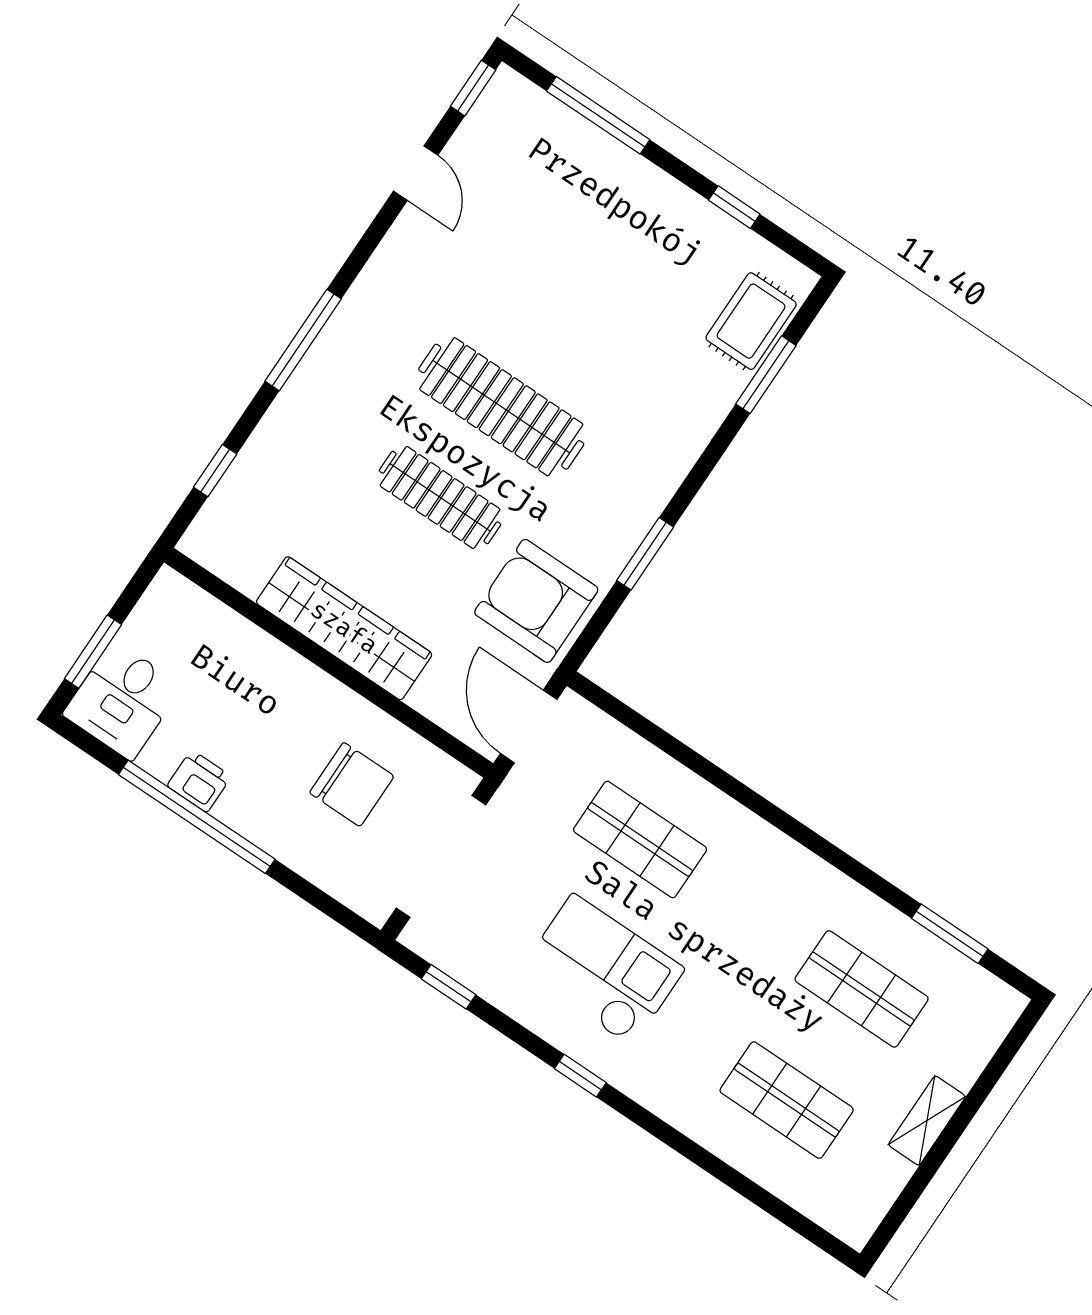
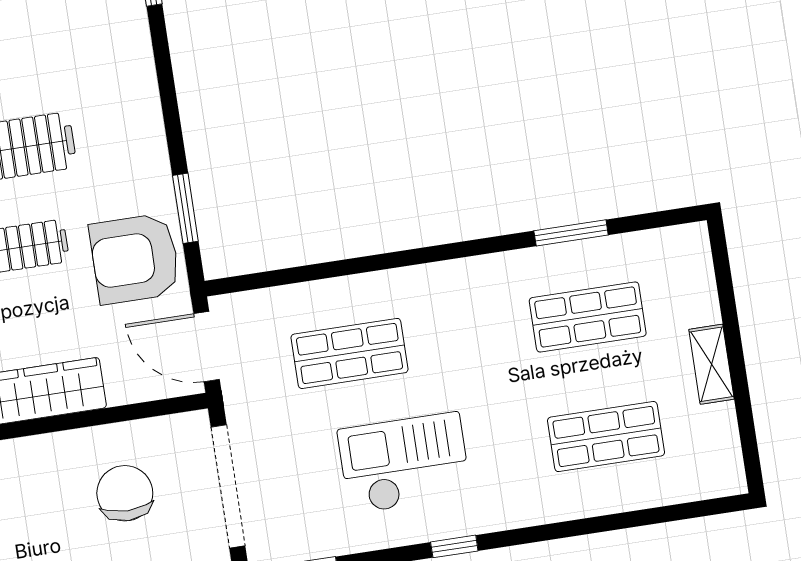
window: (645, 554) -> (185, 208), moved
chair: (352, 784) -> (125, 493), turned -90
window: (950, 934) -> (571, 233), moved

